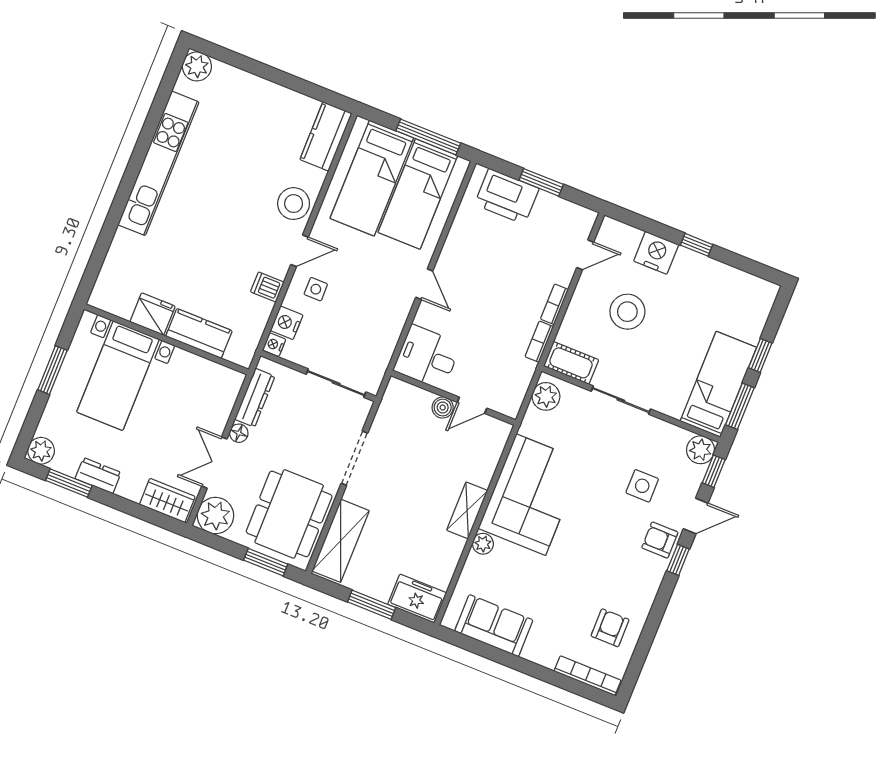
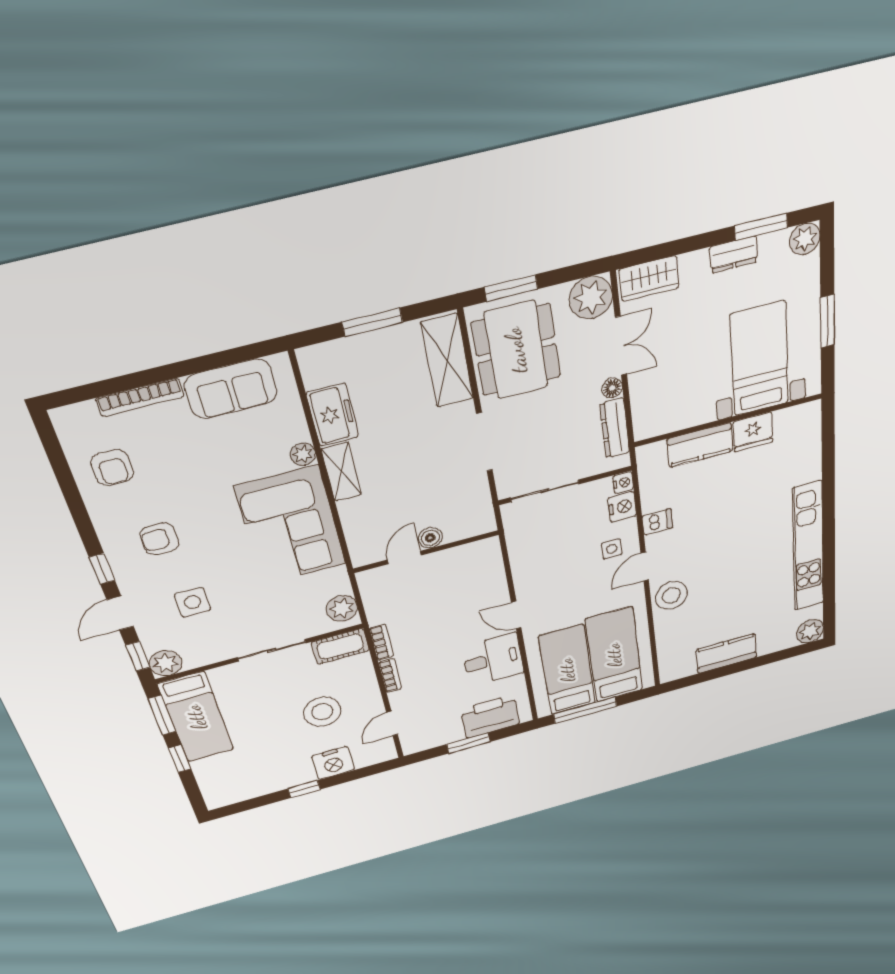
kitchen counter: (326, 136) -> (726, 654), moved, turned -90
desk: (427, 357) -> (493, 660), moved
armchair: (660, 540) -> (159, 539), moved, turned 180
freezer: (417, 599) -> (332, 415), moved, turned -90
bookcase: (587, 676) -> (140, 397), moved

